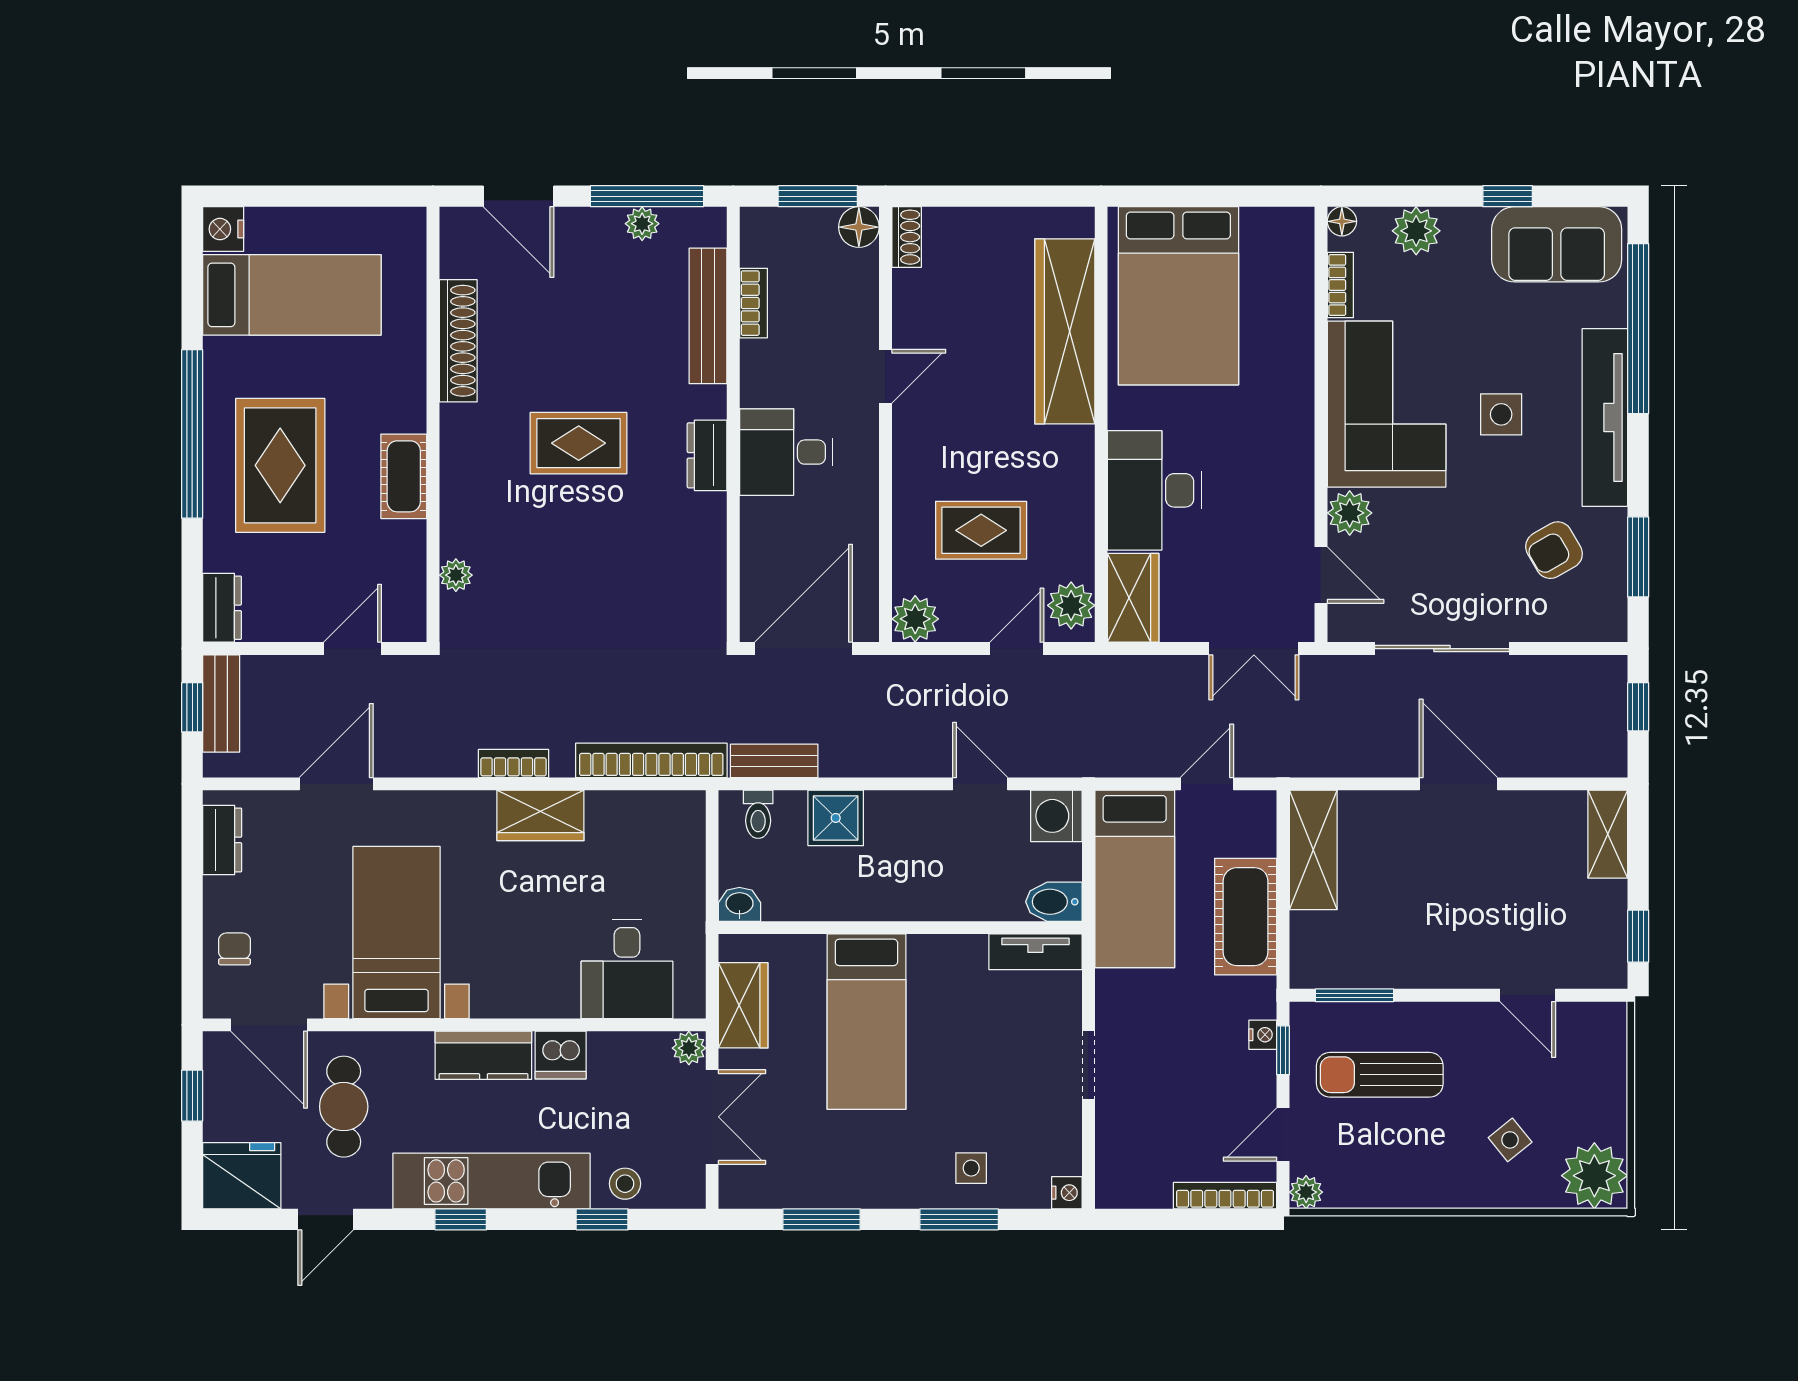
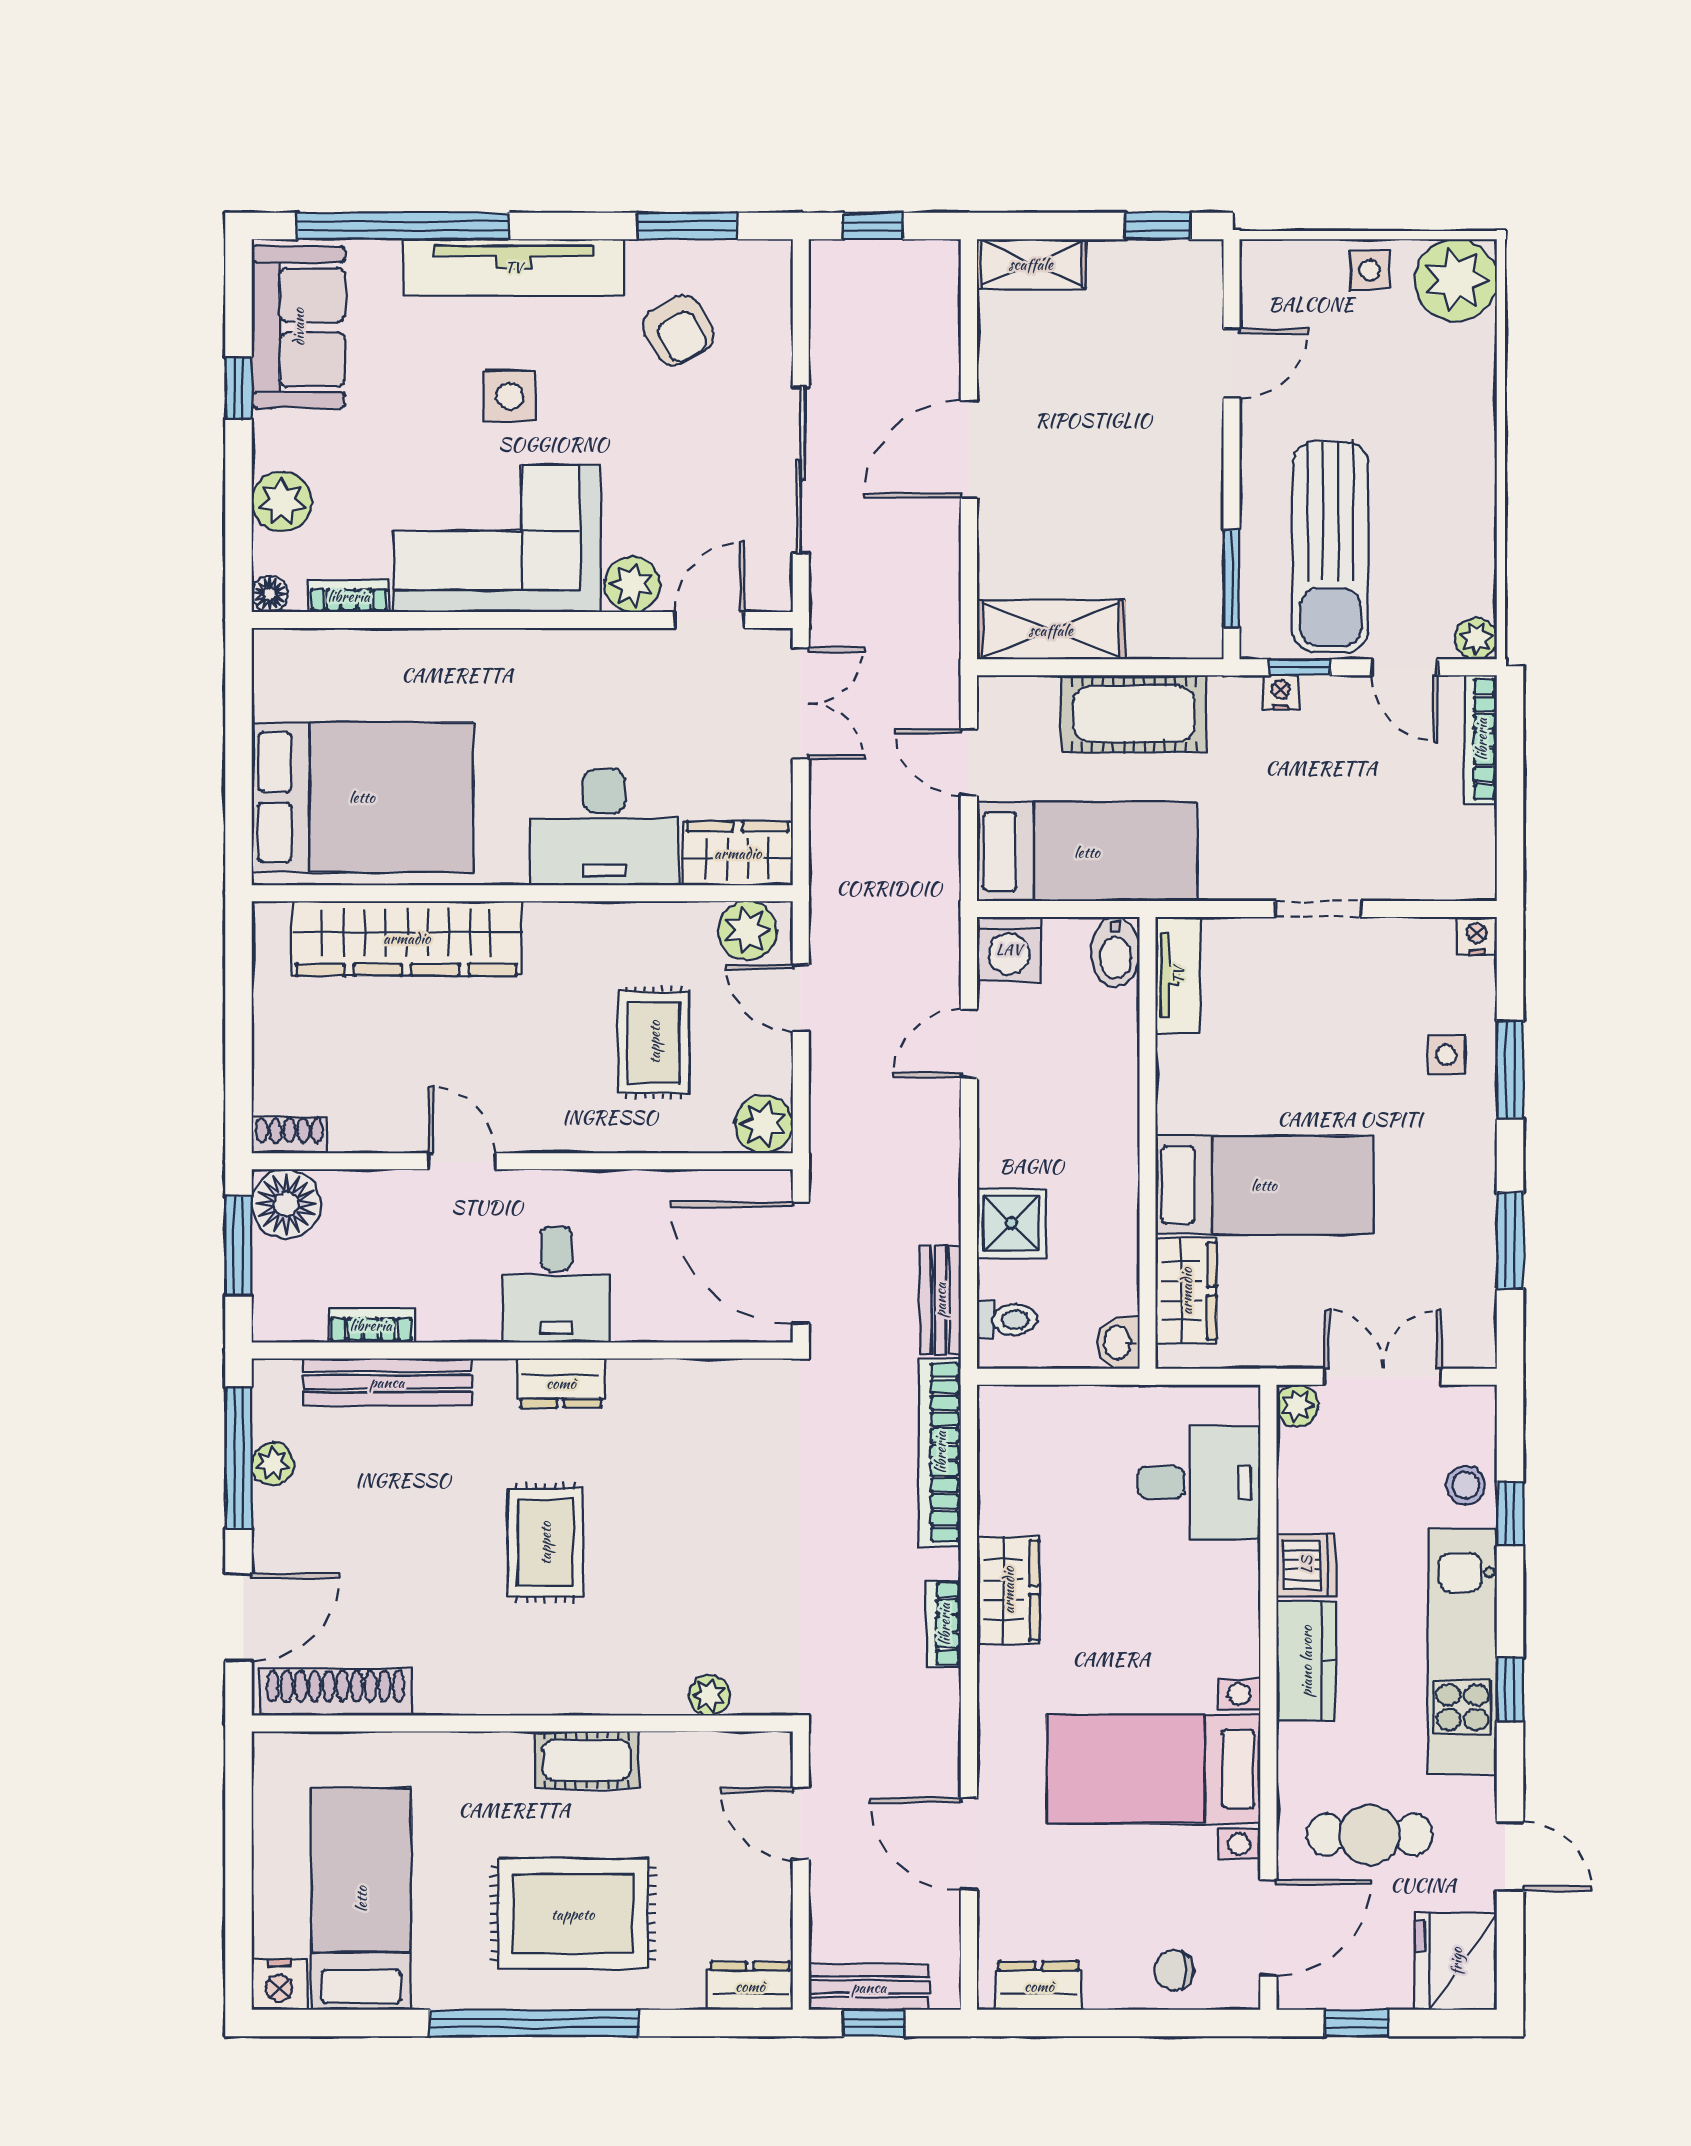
floor lamp: (859, 227) -> (286, 1204), width x1.38, depth x1.38
shoe rack: (458, 341) -> (336, 1692), moved
wardrobe: (743, 1005) -> (1186, 1291), moved, turned 90
sun lounger: (1380, 1075) -> (1330, 547), width x1.36, depth x1.34
side table: (1510, 1140) -> (1370, 270), moved, turned 37

